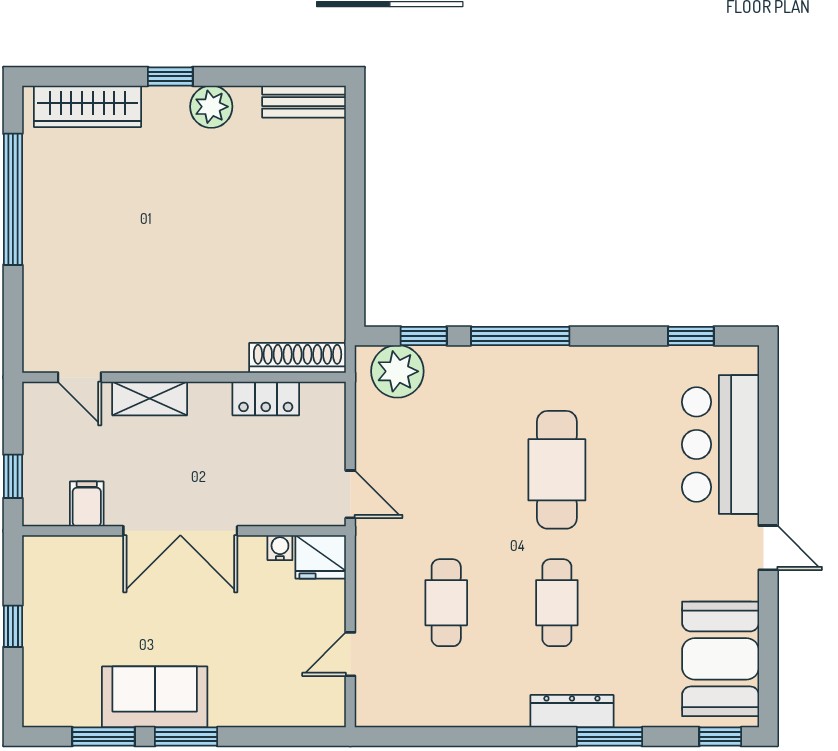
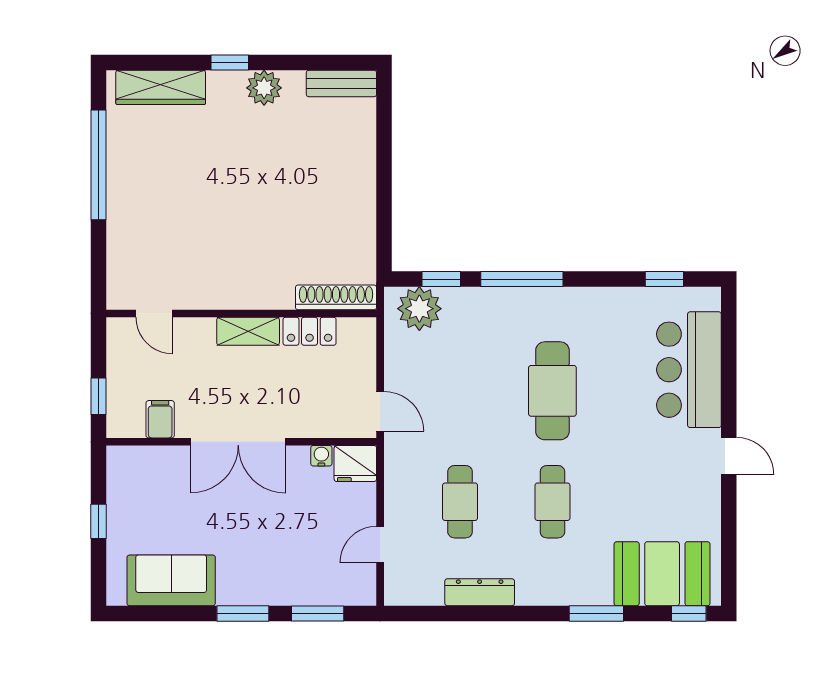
shelving: (150, 398) -> (248, 331), moved
booth: (721, 659) -> (662, 574), moved, turned 90
sofa: (155, 697) -> (171, 580), moved
dresser: (572, 711) -> (480, 592), moved
window: (103, 737) -> (318, 613), moved

